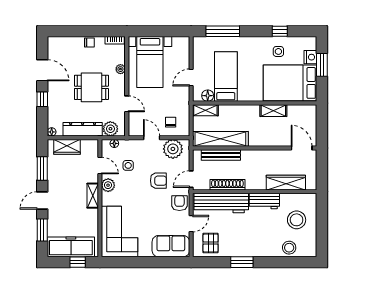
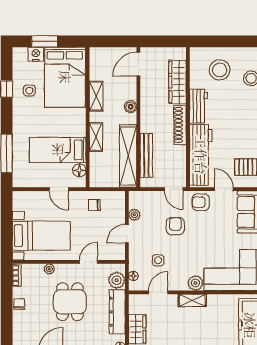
shelving: (205, 110) -> (96, 137), moved
chair: (171, 122) -> (94, 205), moved
boiler: (264, 141) -> (131, 107), added
plant: (173, 149) -> (134, 215), width x0.53, depth x0.53
plant: (108, 185) -> (195, 283), moved
shoe rack: (227, 185) -> (180, 125), moved

